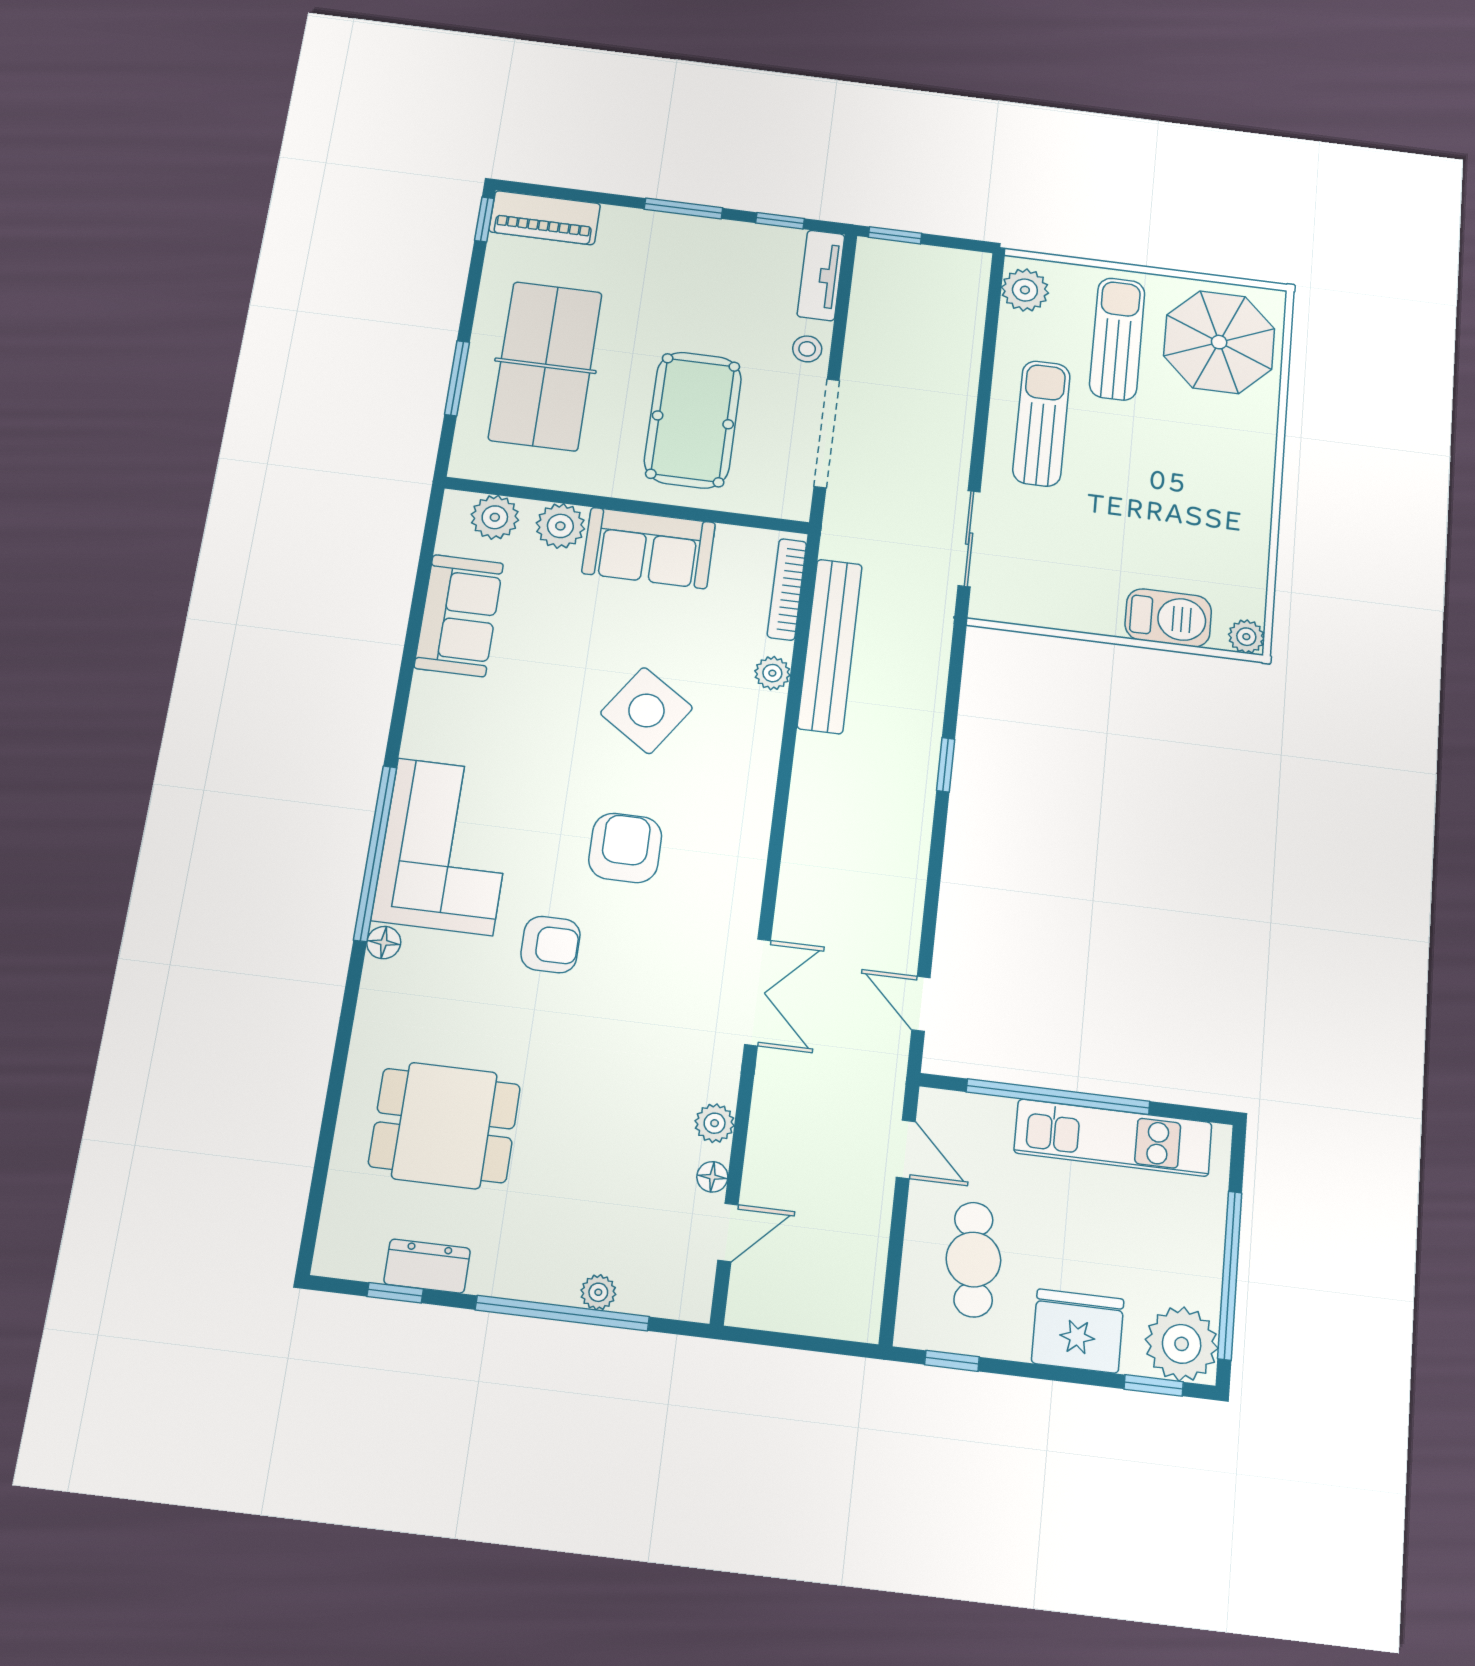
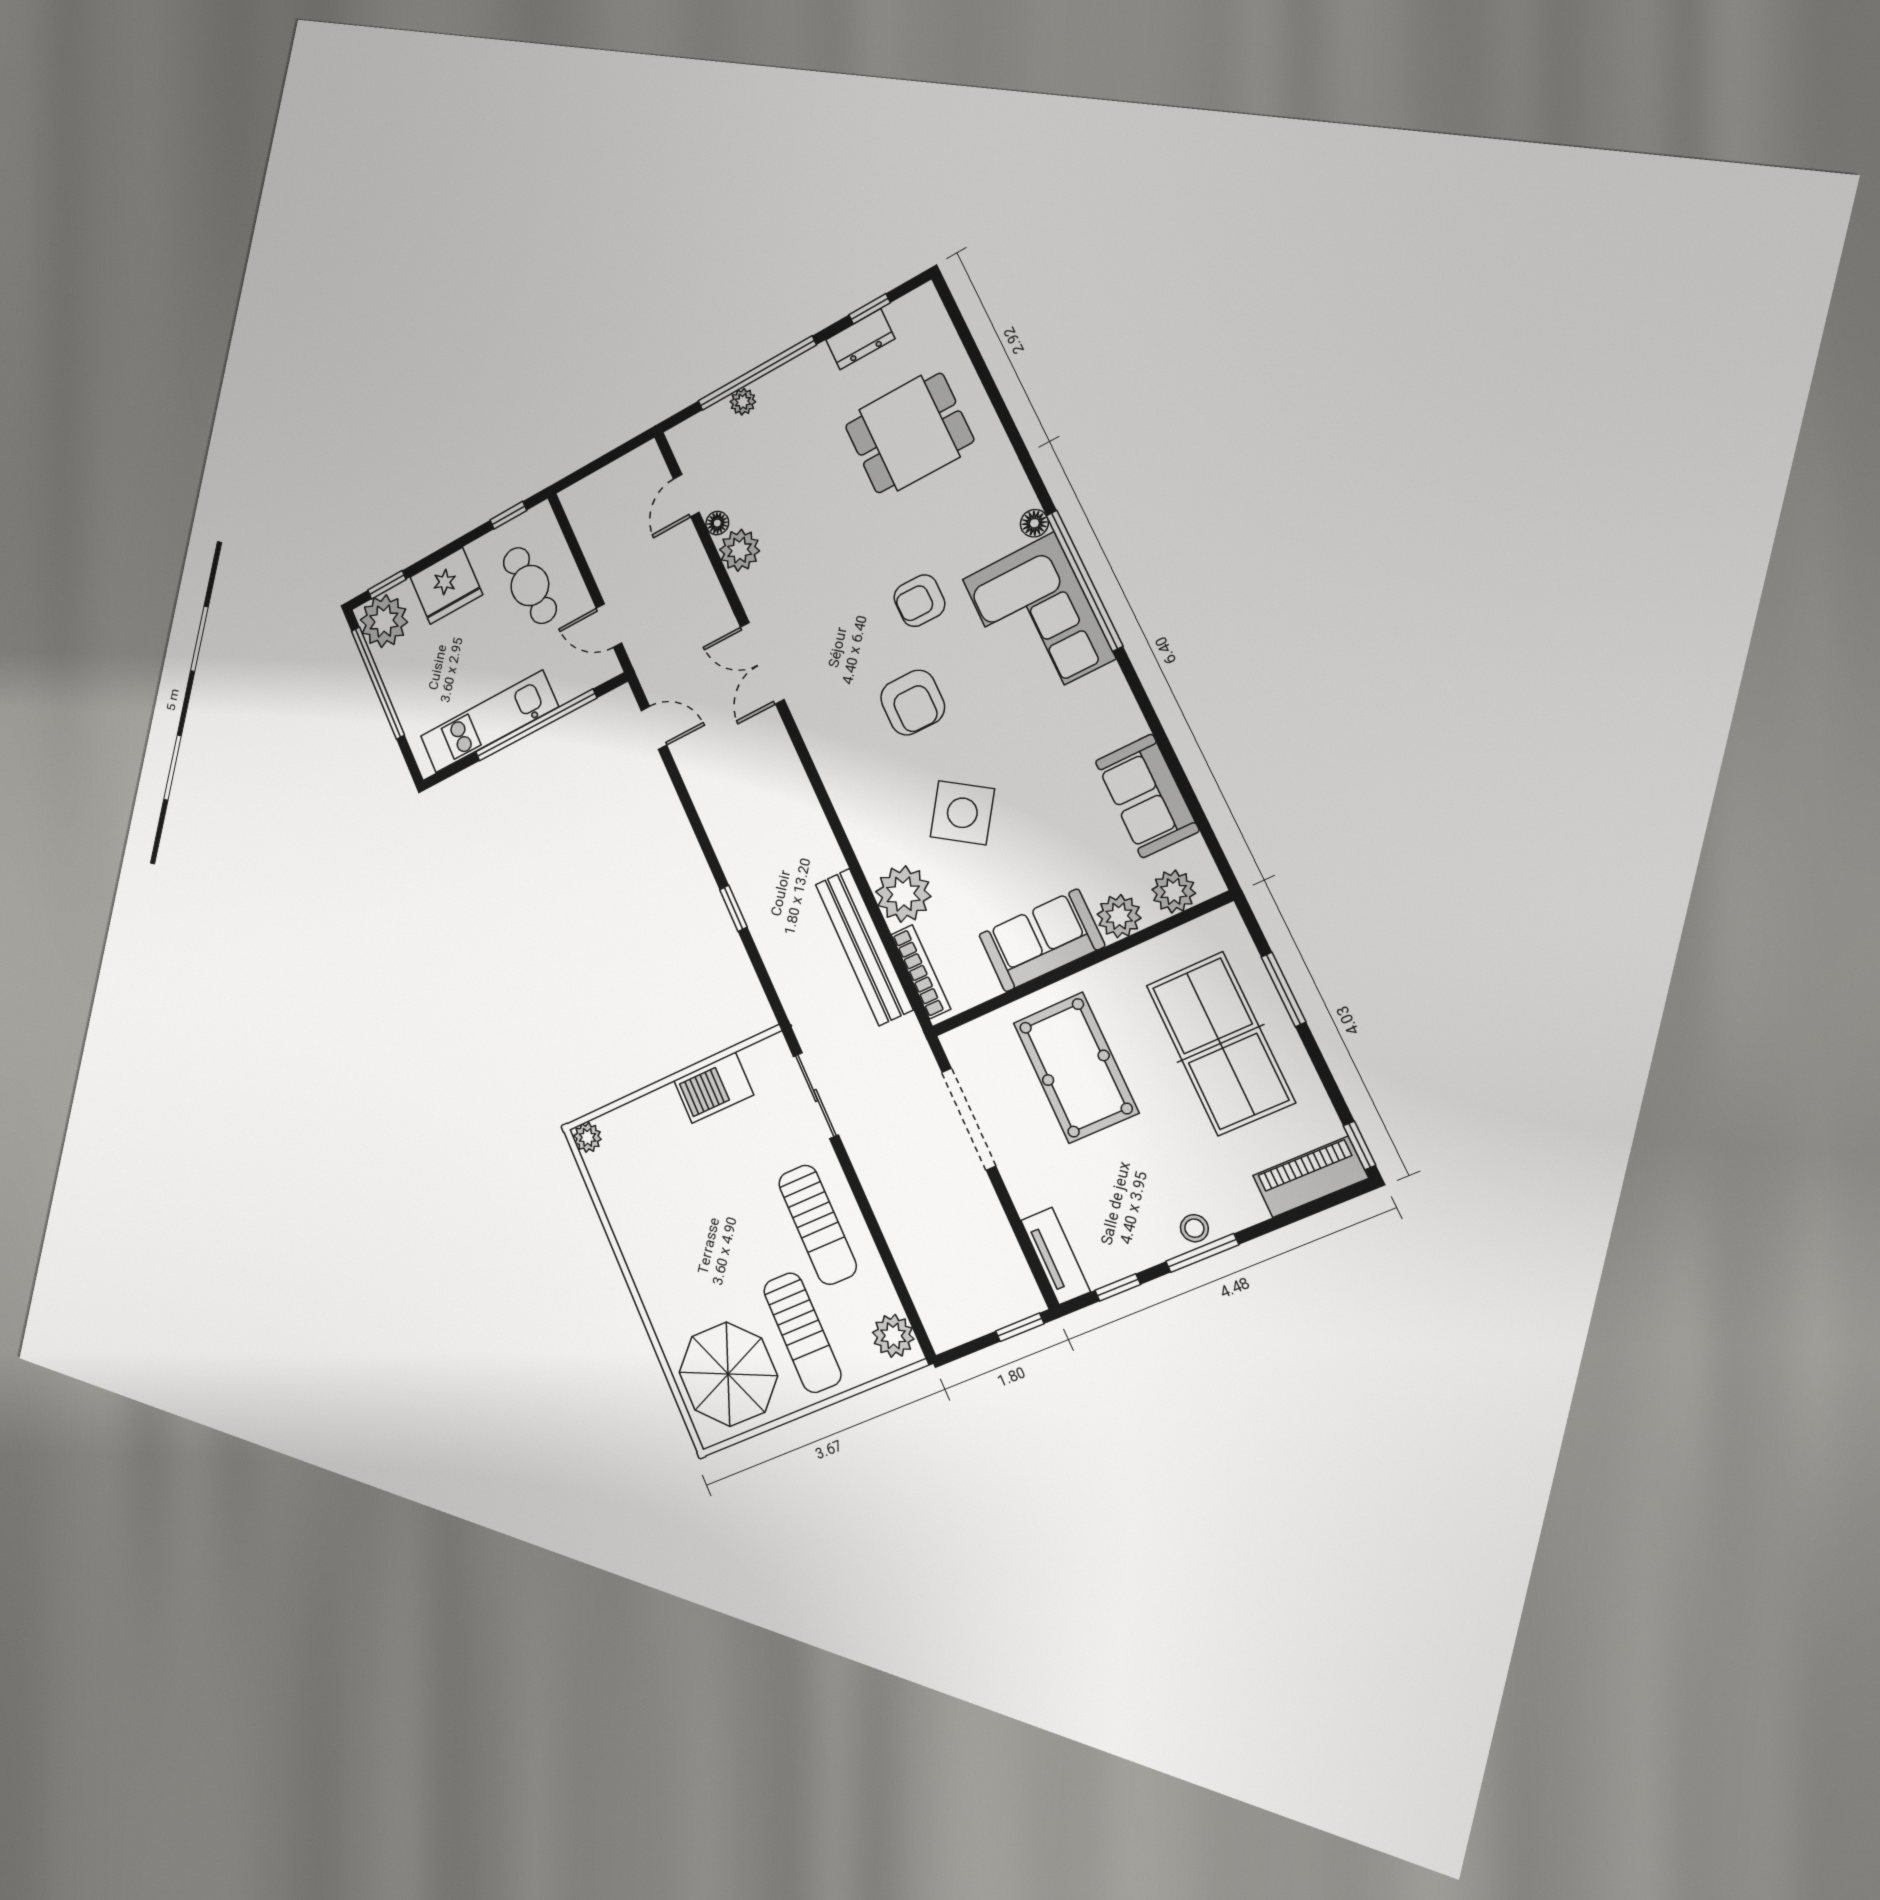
stool: (807, 349) -> (1194, 1228), moved
barbecue: (1168, 618) -> (714, 1088), moved
plant: (772, 673) -> (903, 894), width x1.87, depth x1.87
plant: (715, 1123) -> (740, 550), width x1.38, depth x1.38

